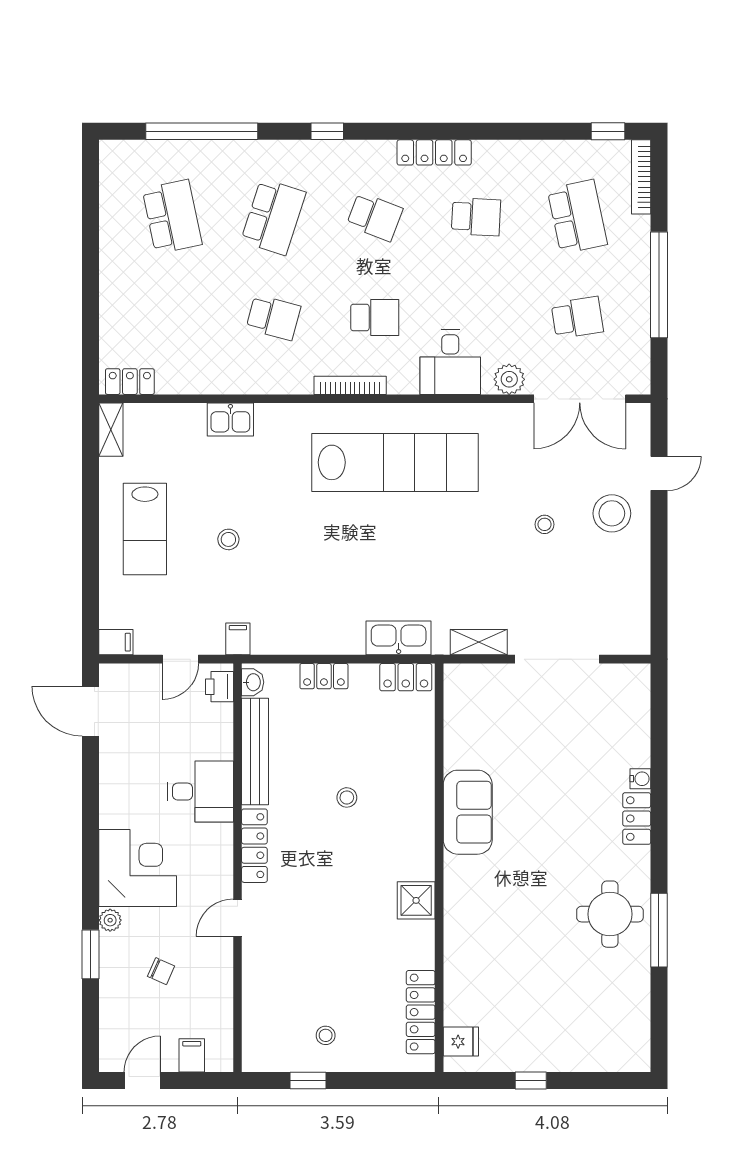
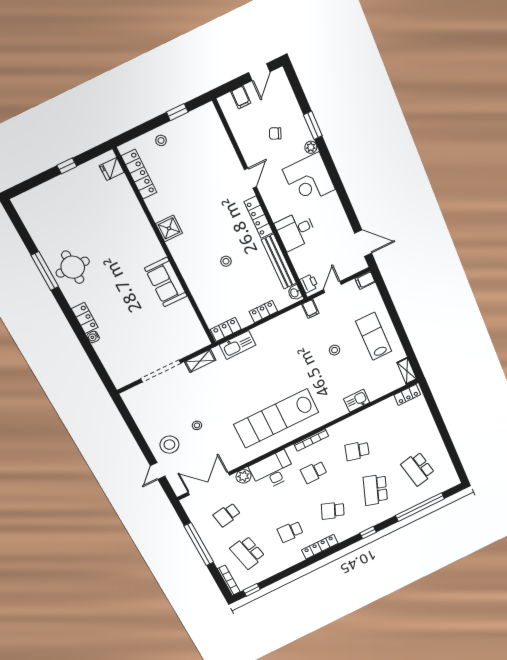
desk: (450, 362) -> (273, 471), width x1.37
stool: (326, 1035) -> (161, 140), moved

